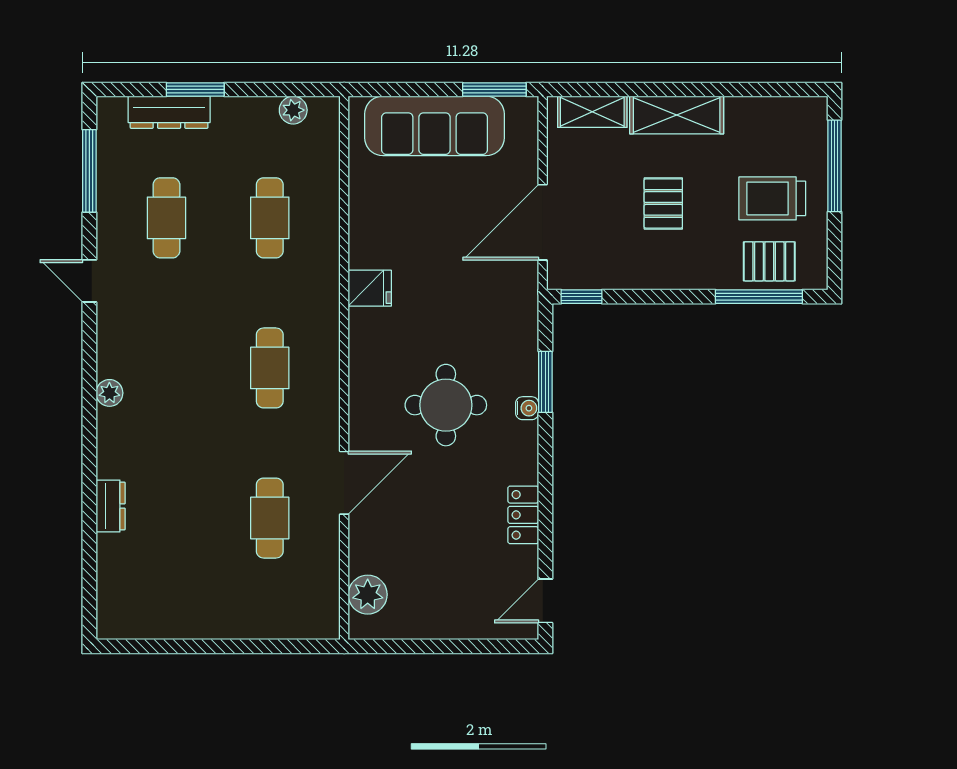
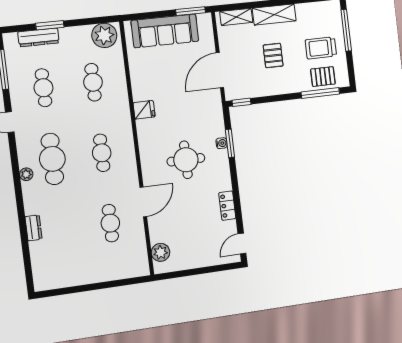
plant: (293, 110) -> (104, 35), width x1.88, depth x1.88
cafe table: (166, 368) -> (52, 159), added
water cooler: (527, 408) -> (222, 143), moved

